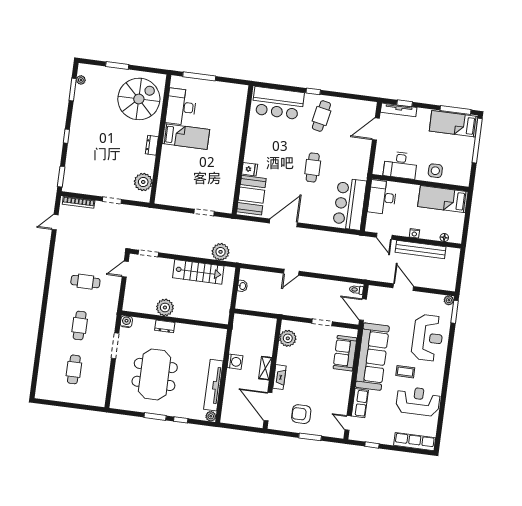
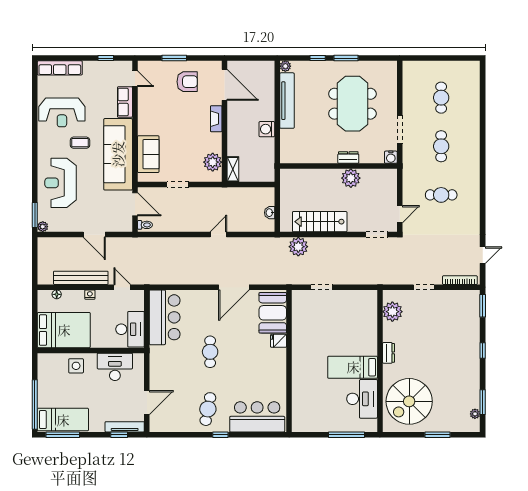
bed: (443, 199) -> (64, 330), width x1.50
shelving: (265, 368) -> (233, 169), moved

